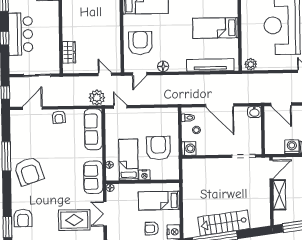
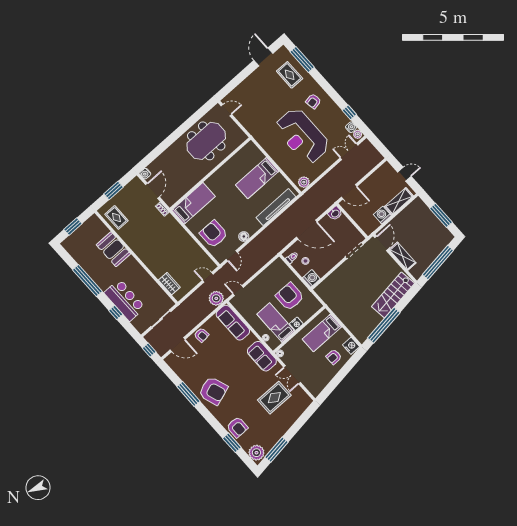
door: (32, 108) -> (178, 345), swing flipped
stairs: (224, 223) -> (393, 295), moved

